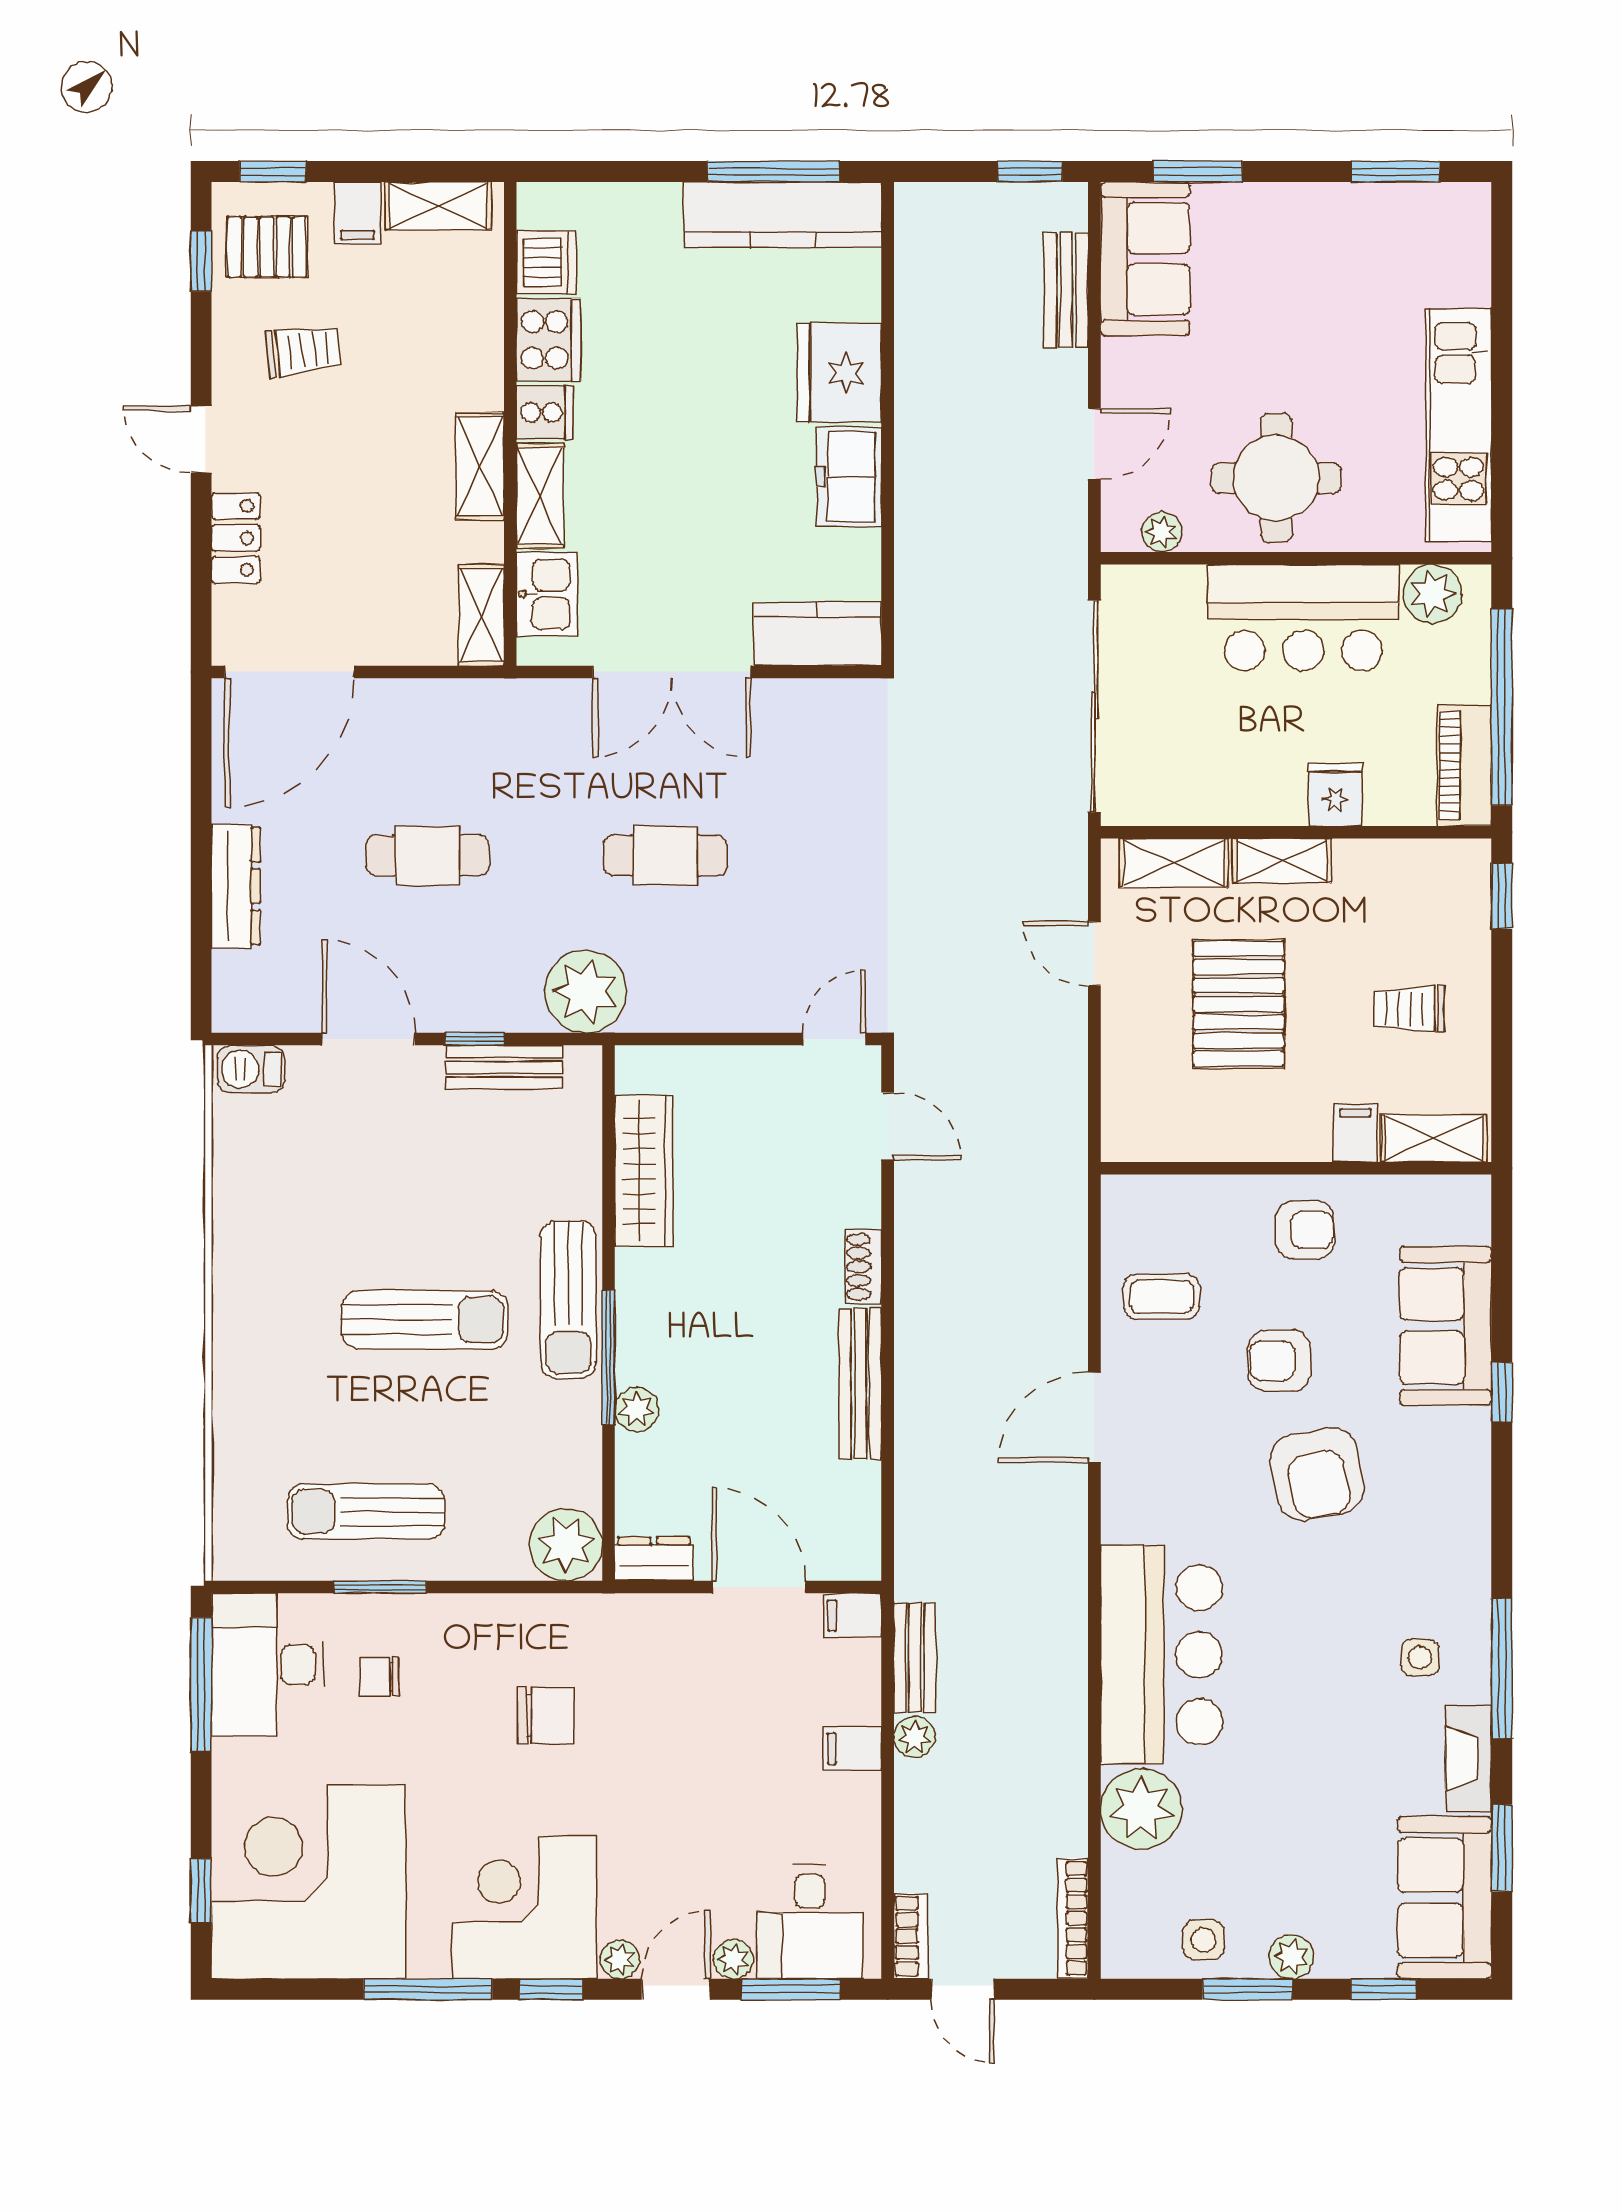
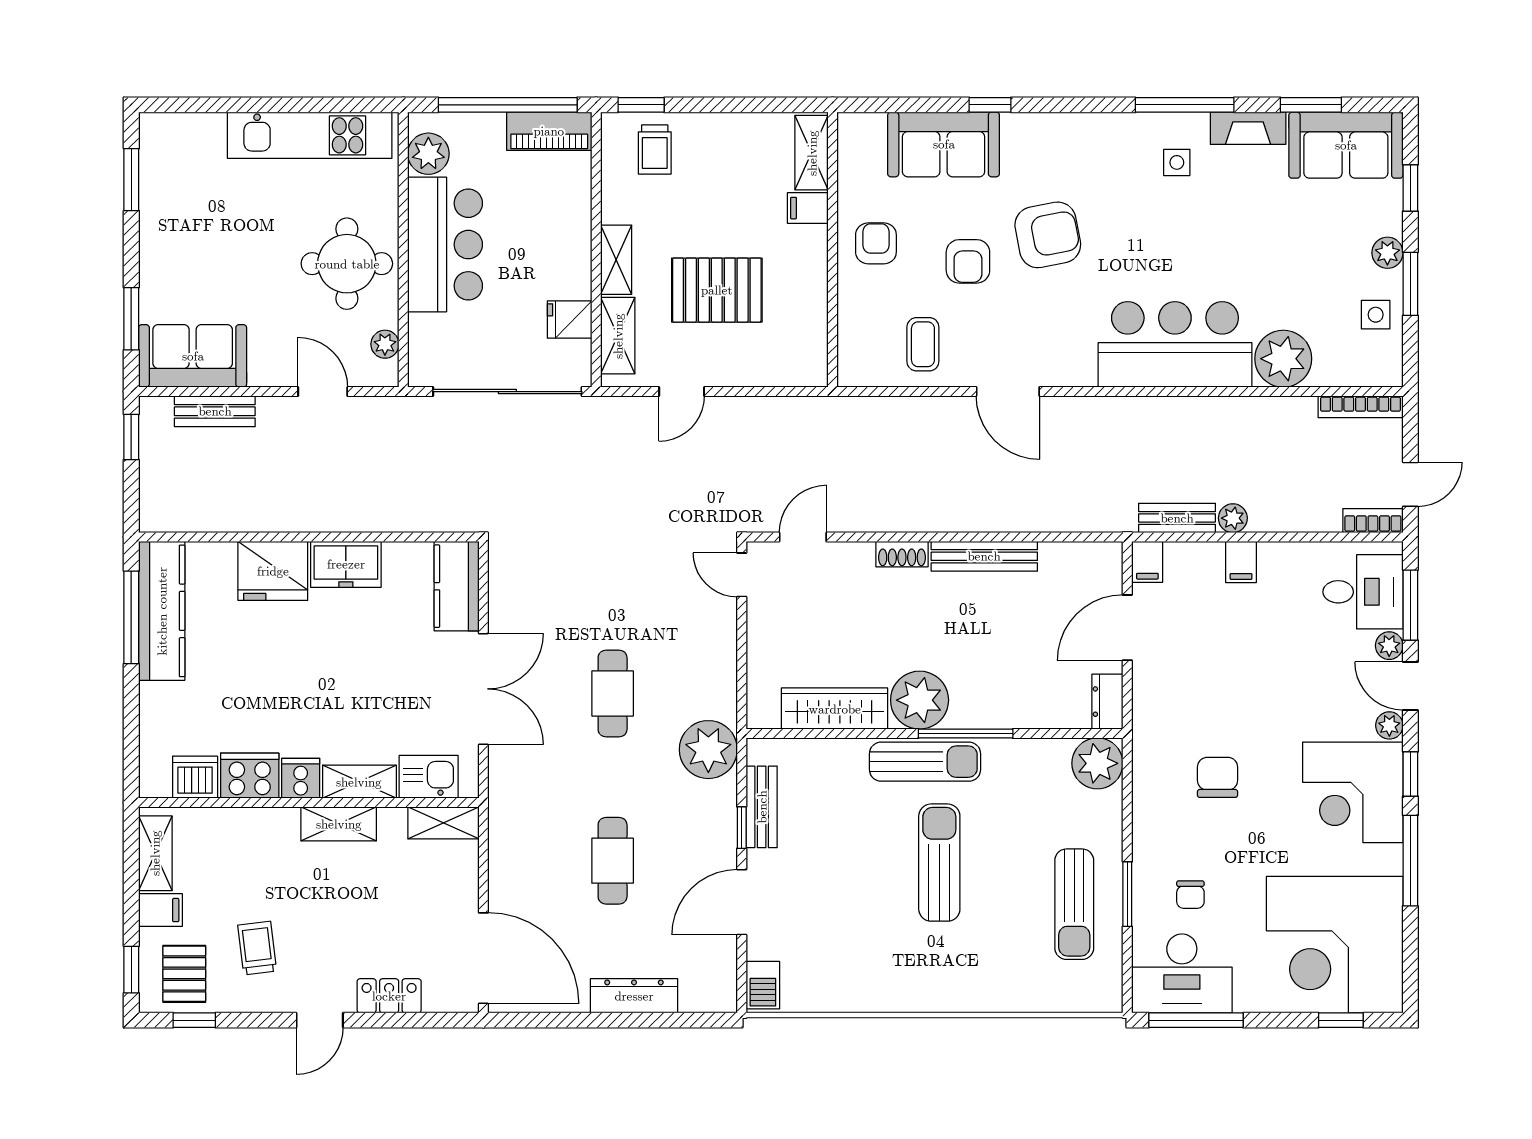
fridge: (1335, 794) -> (570, 319), moved
trolley: (1409, 1009) -> (655, 150), moved
plant: (637, 1409) -> (920, 700), moved, width x1.88, depth x1.88

